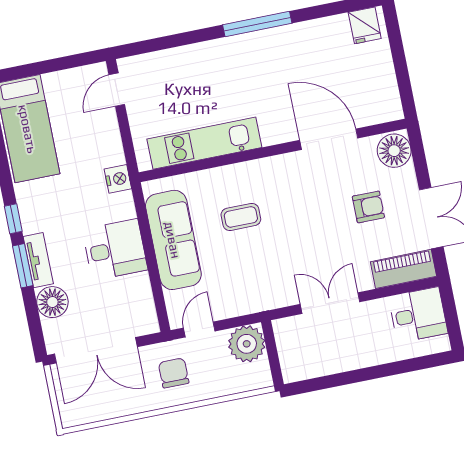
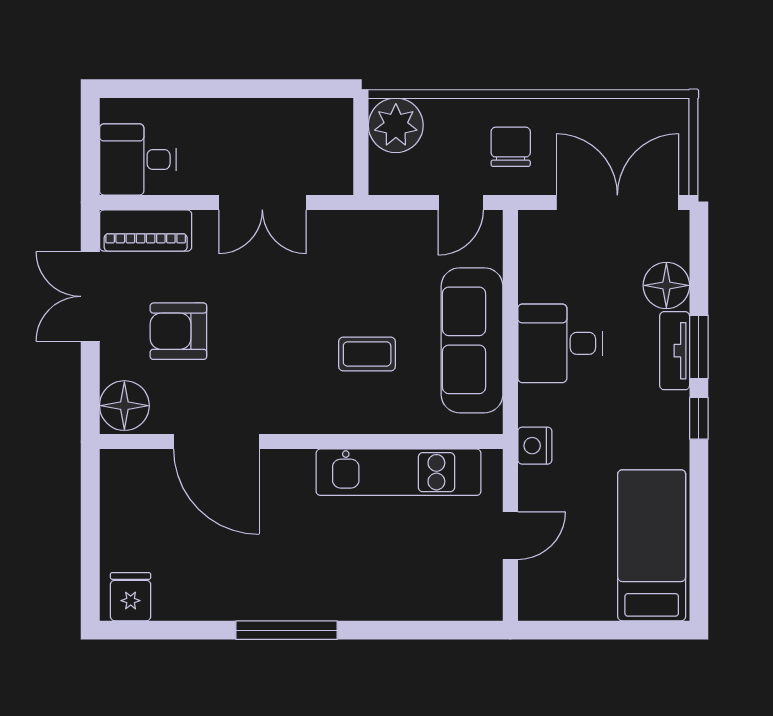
door: (117, 90) -> (510, 536), moved
armchair: (368, 207) -> (178, 331), width x1.38, depth x1.38
plant: (247, 344) -> (396, 125), moved
chair: (174, 373) -> (511, 147), turned 180

